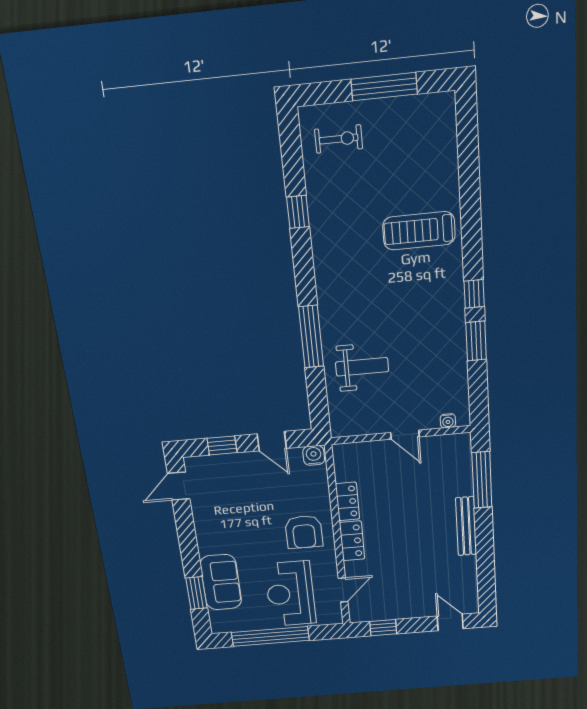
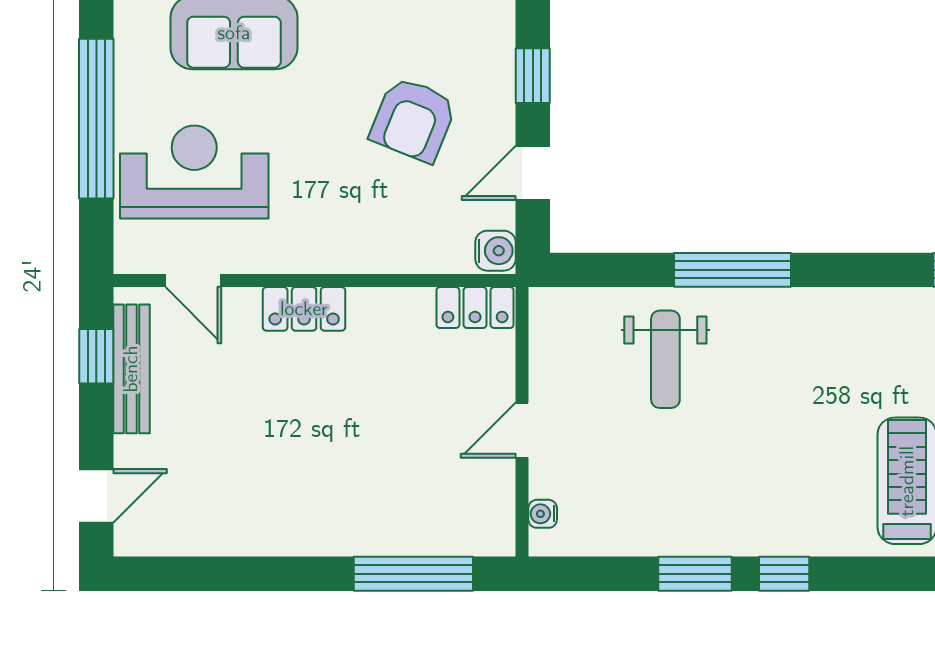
locker: (348, 501) -> (475, 308), moved
bench: (466, 526) -> (131, 369), moved, turned 90
armchair: (304, 532) -> (413, 120), moved, turned -68

